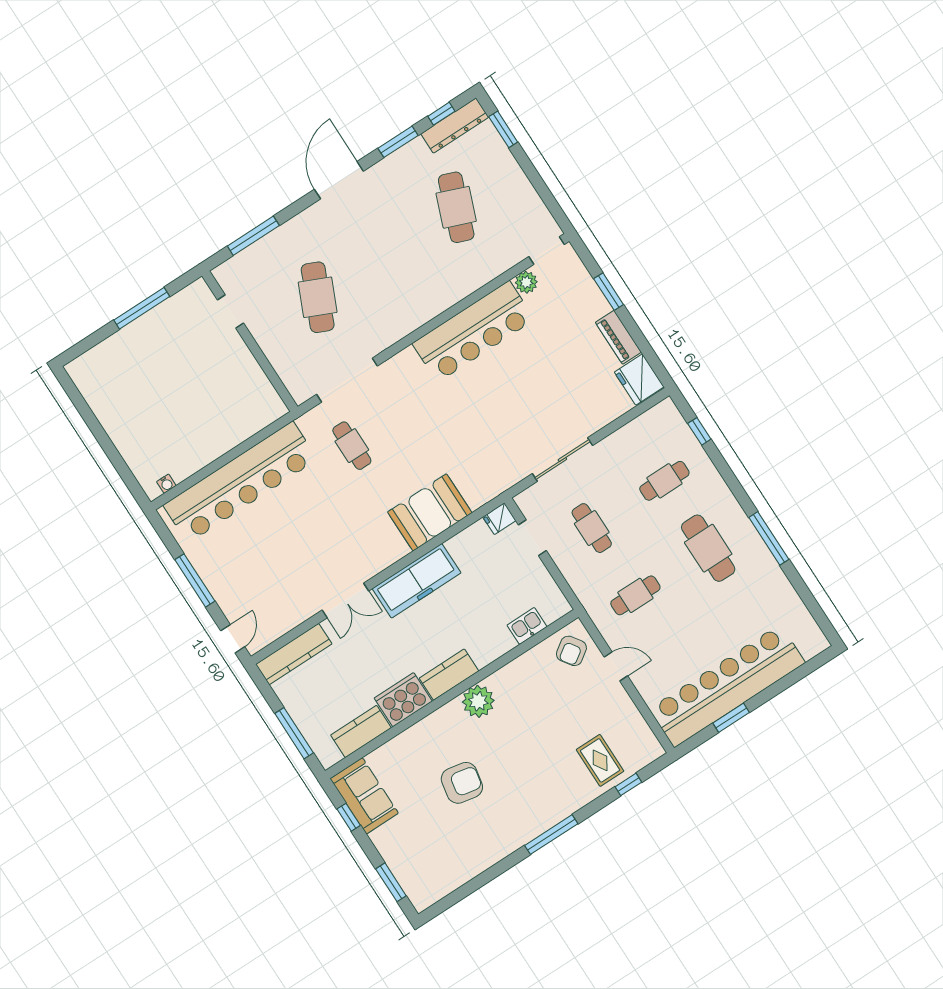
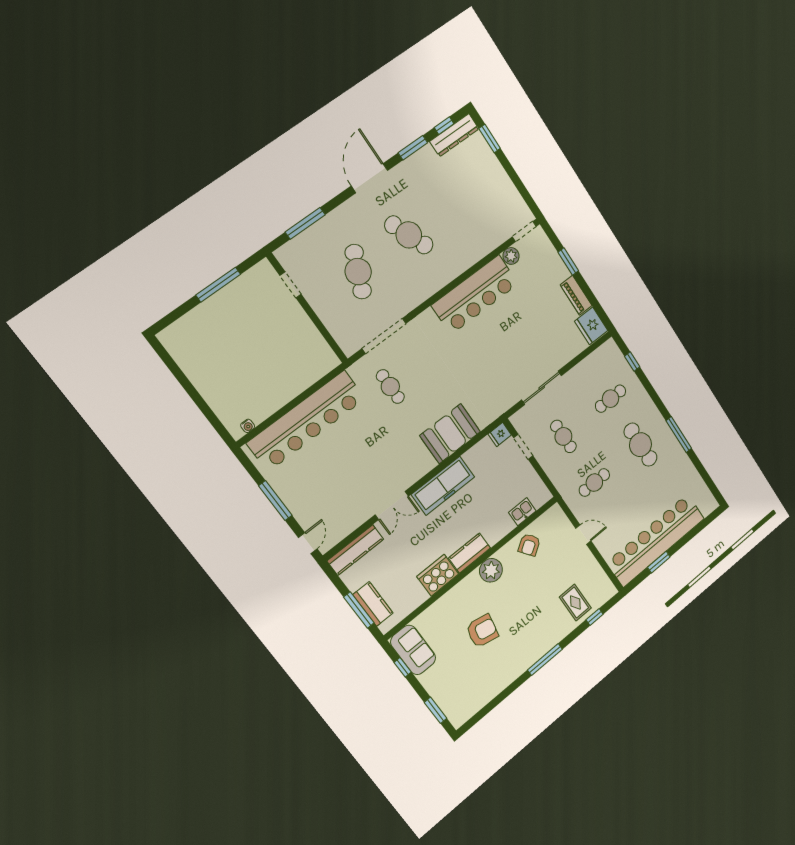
cafe table: (456, 207) -> (409, 235), moved, turned -45
armchair: (571, 651) -> (529, 545), moved
kitchen counter: (361, 731) -> (373, 604), moved, turned 90

